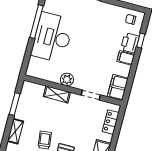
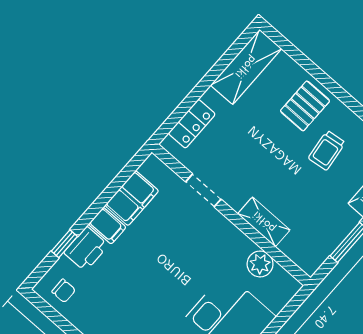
plant: (67, 79) -> (260, 264), moved
filing cabinet: (118, 87) -> (132, 198), moved

